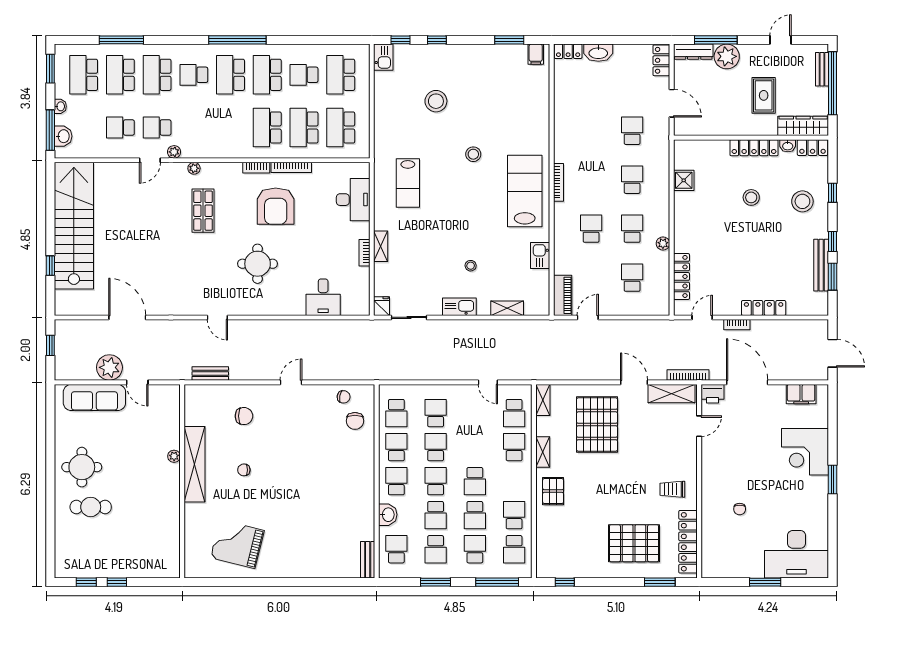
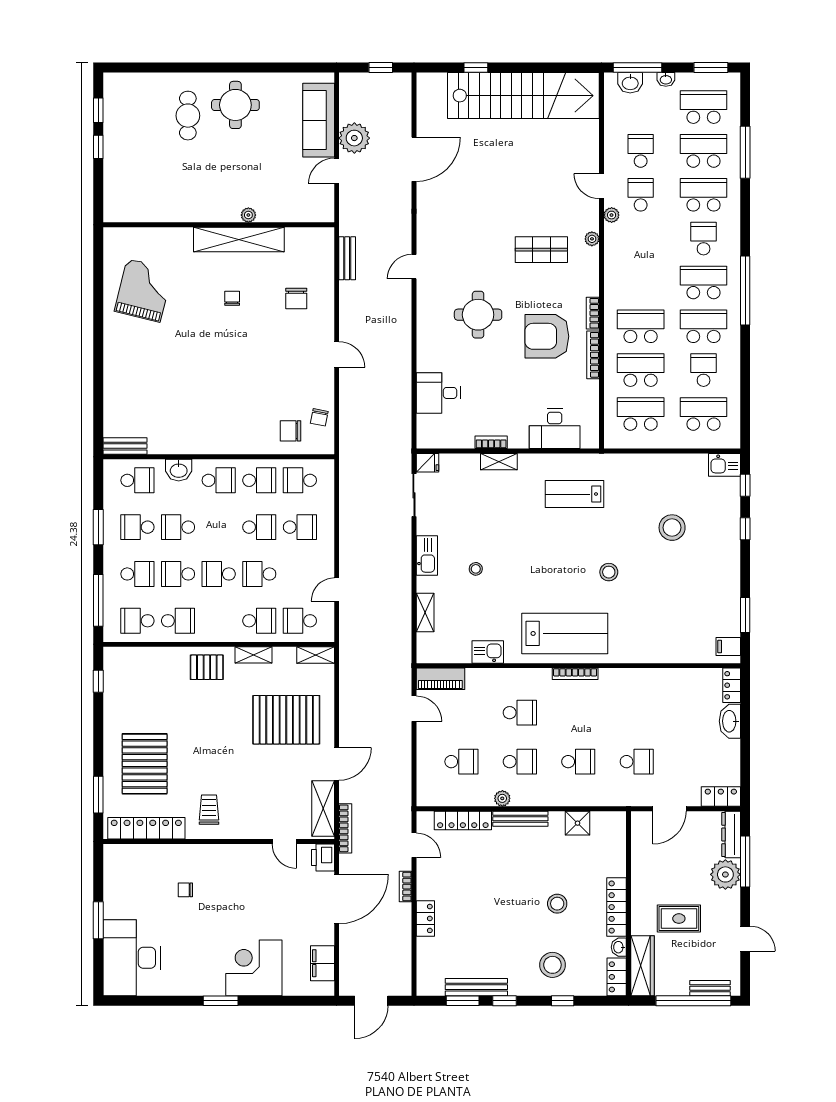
bench: (680, 228) -> (520, 819), added
locker: (764, 308) -> (425, 918), width x0.66
school desk: (436, 481) -> (259, 574), moved, turned 180

